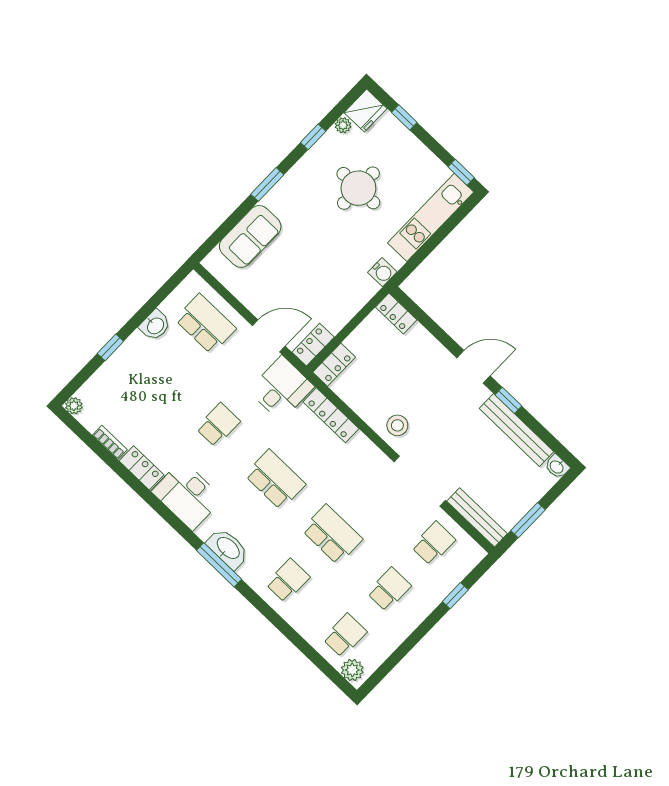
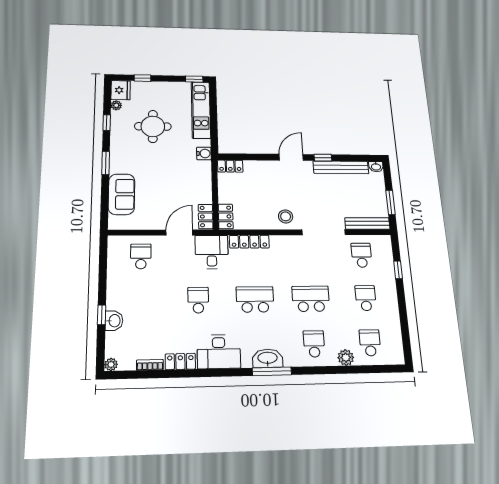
school desk: (205, 324) -> (141, 256), width x0.54
washbasin: (155, 325) -> (114, 321), moved
plant: (352, 670) -> (346, 358), moved

